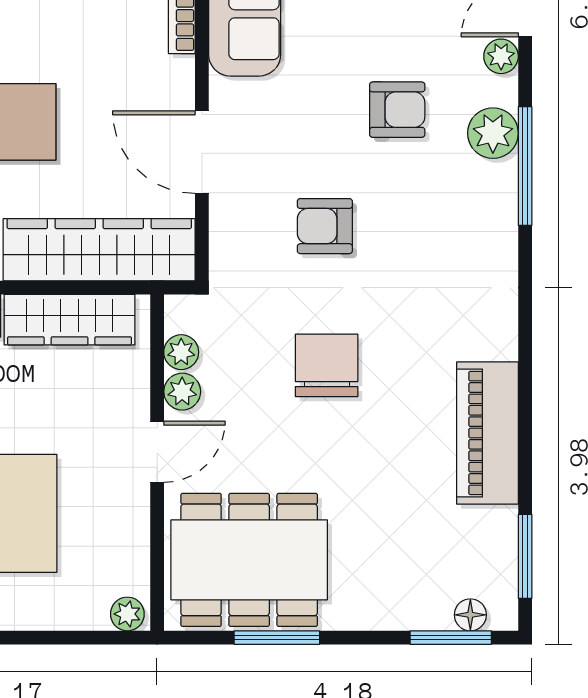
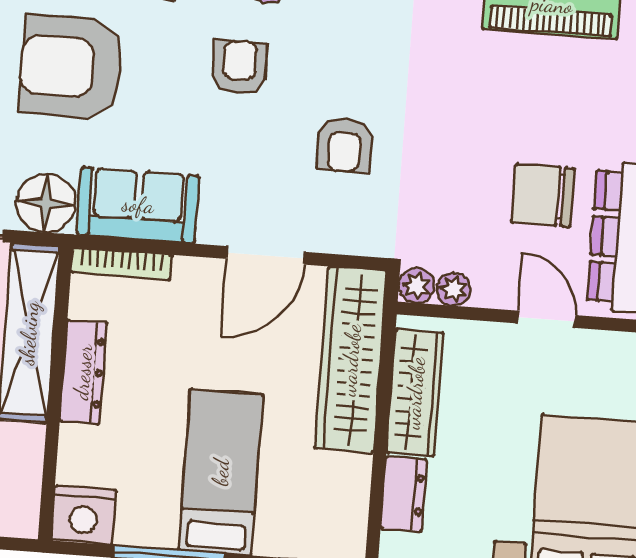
chair: (327, 365) -> (543, 195), moved
plant: (182, 392) -> (416, 286), moved

